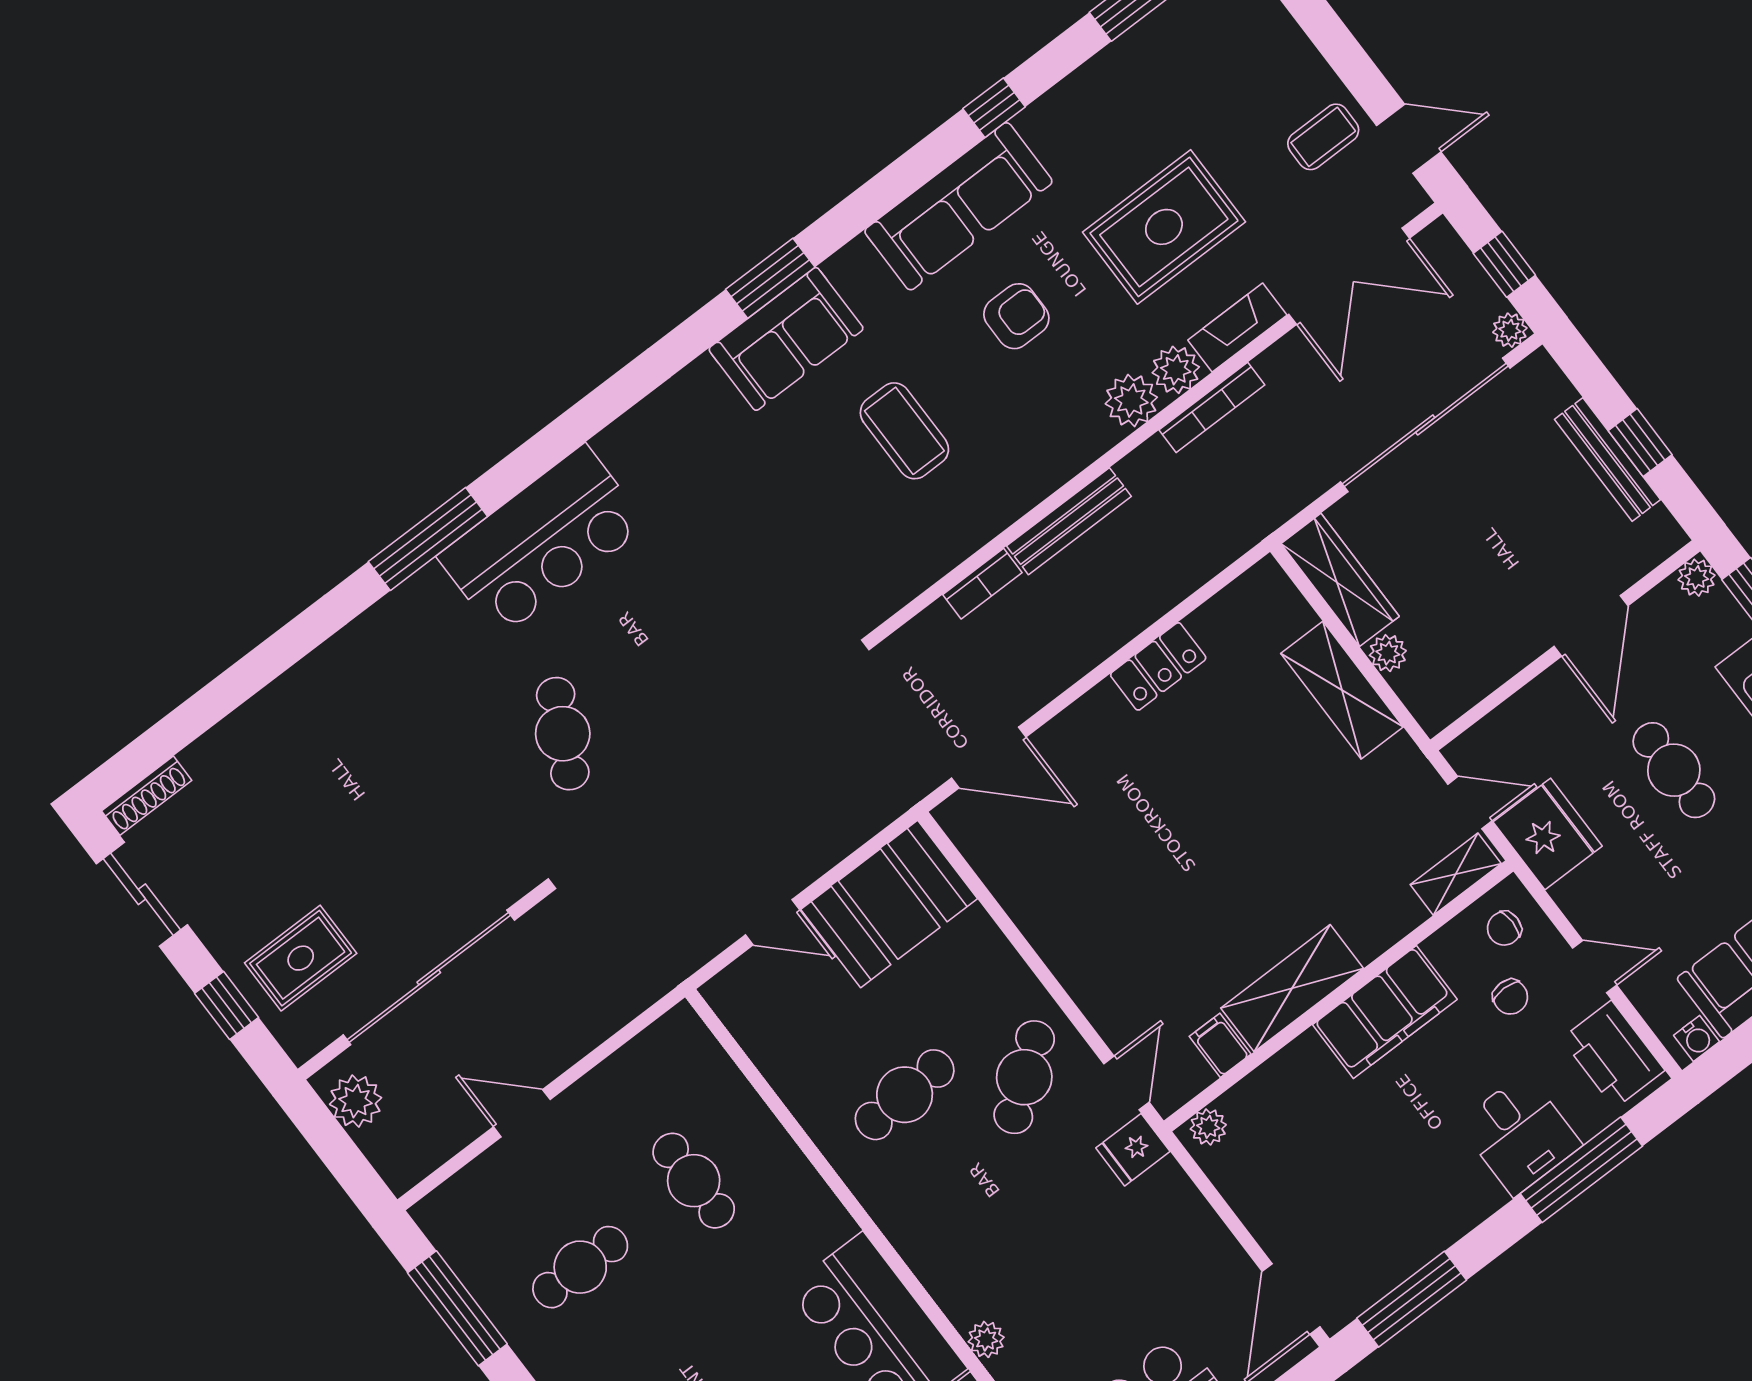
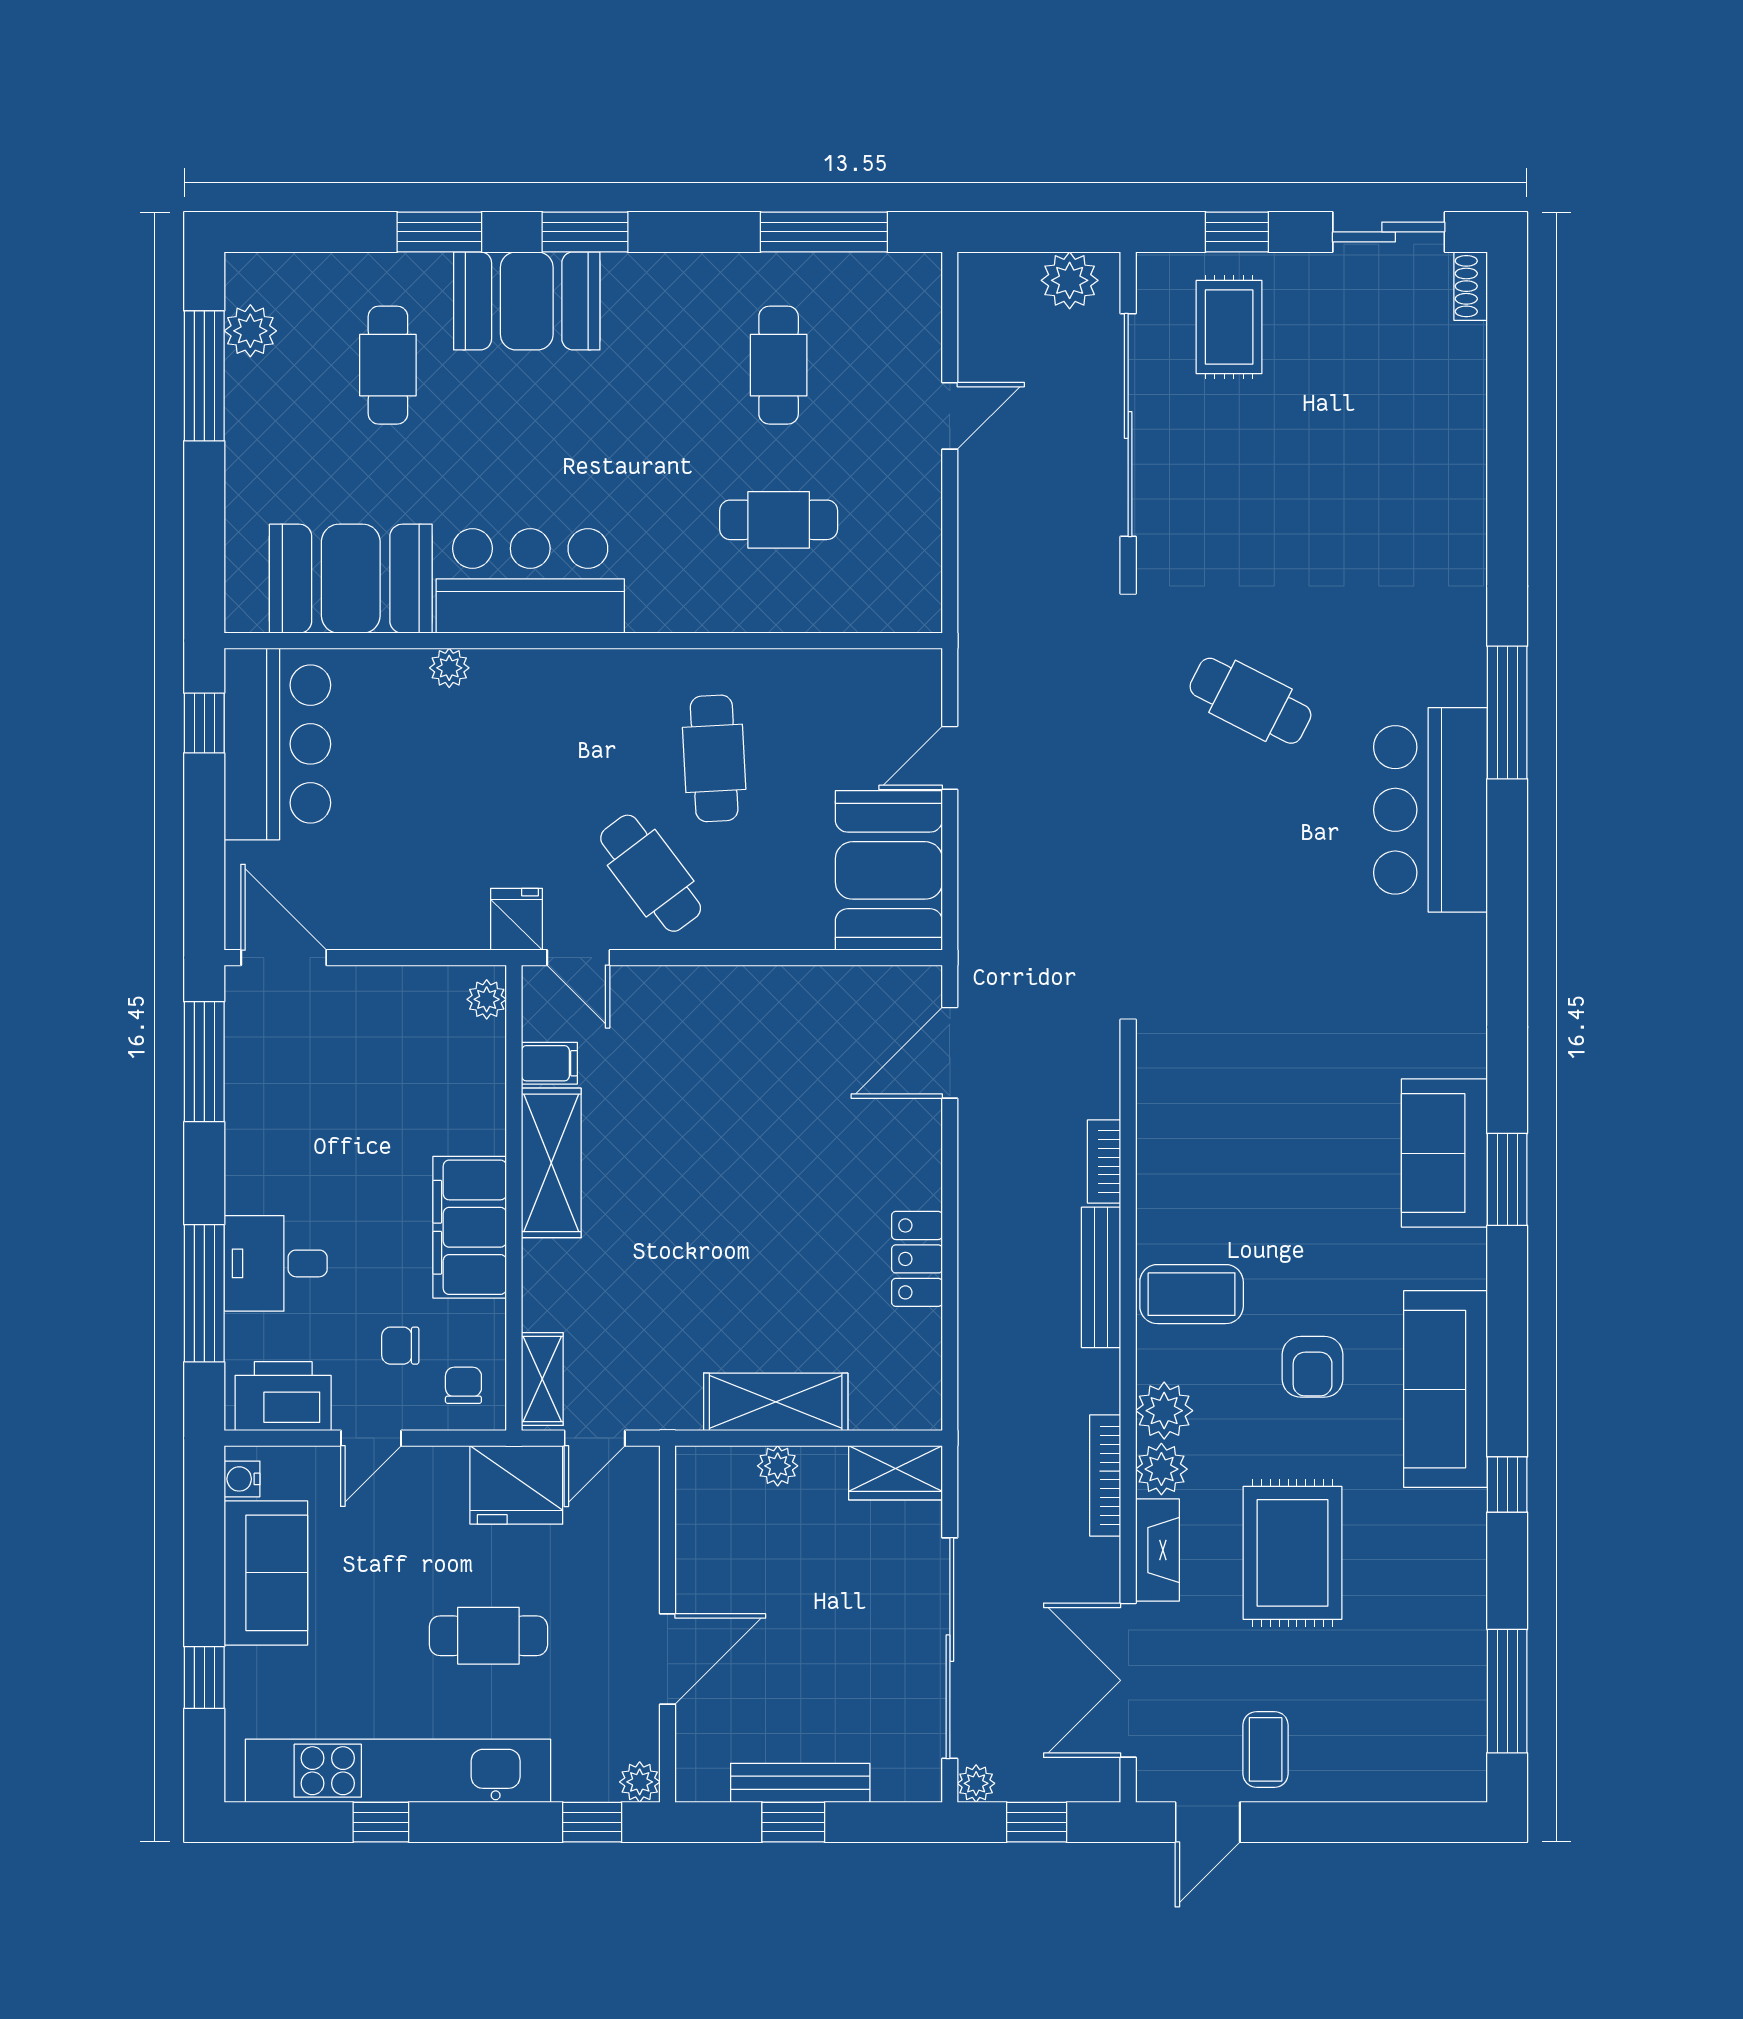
coffee table: (904, 431) -> (1192, 1294), moved
wardrobe: (1340, 580) -> (896, 1473), width x0.67
door: (1591, 626) -> (667, 1659), swing flipped
shoe rack: (147, 796) -> (1471, 286), width x0.70

